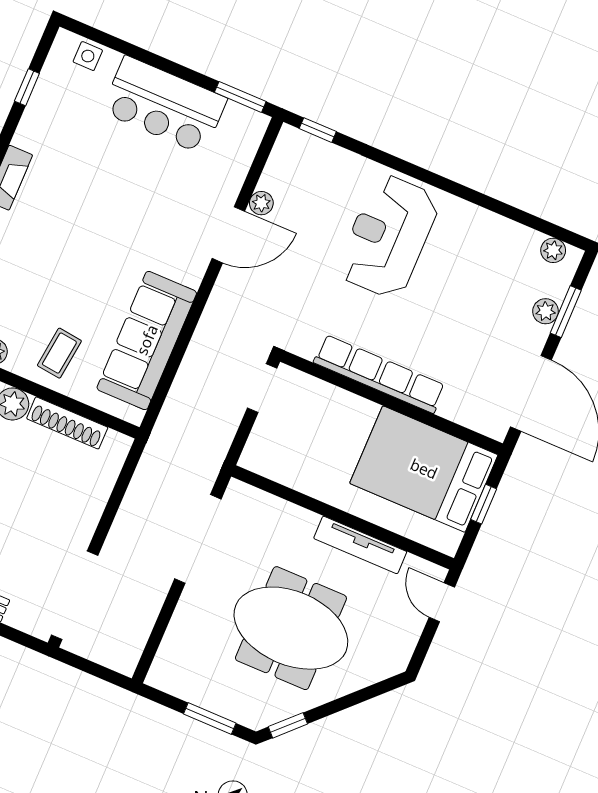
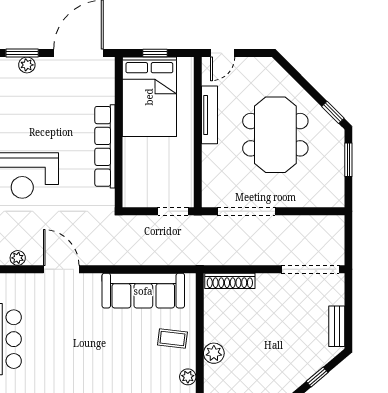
plant: (261, 203) -> (18, 258), moved
doorway: (262, 388) -> (173, 211), moved
shoe rack: (67, 423) -> (230, 281), moved, turned 90

